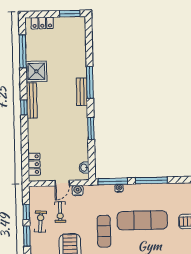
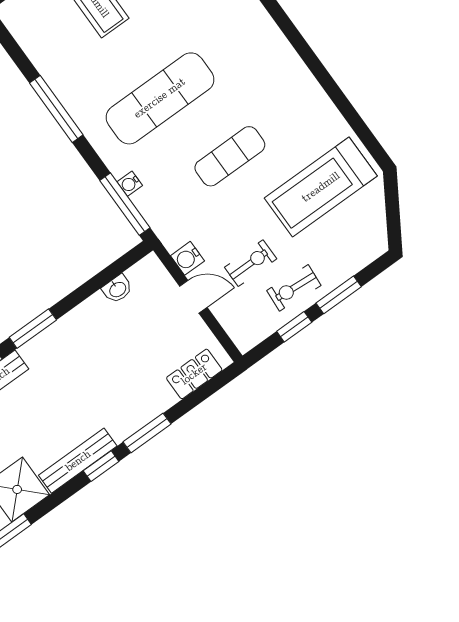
window: (91, 128) -> (33, 329), moved
window: (24, 132) -> (147, 433), added
washbasin: (84, 168) -> (117, 289), moved
window: (151, 180) -> (56, 109), moved
exercise mat: (142, 220) -> (160, 98), turned 90

